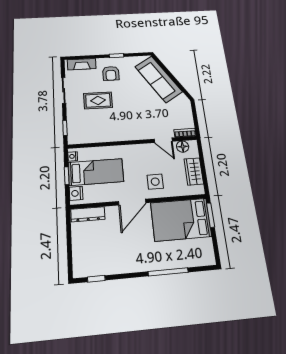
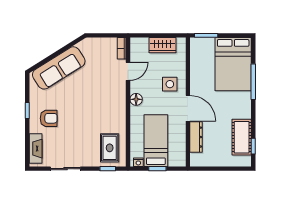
rug: (98, 100) -> (110, 148), moved
floor lamp: (183, 147) -> (136, 99), moved
nightstand: (76, 193) -> (175, 161), removed
dresser: (88, 214) -> (196, 137), moved
bed: (181, 220) -> (233, 64), moved
cot: (105, 264) -> (242, 137), added

